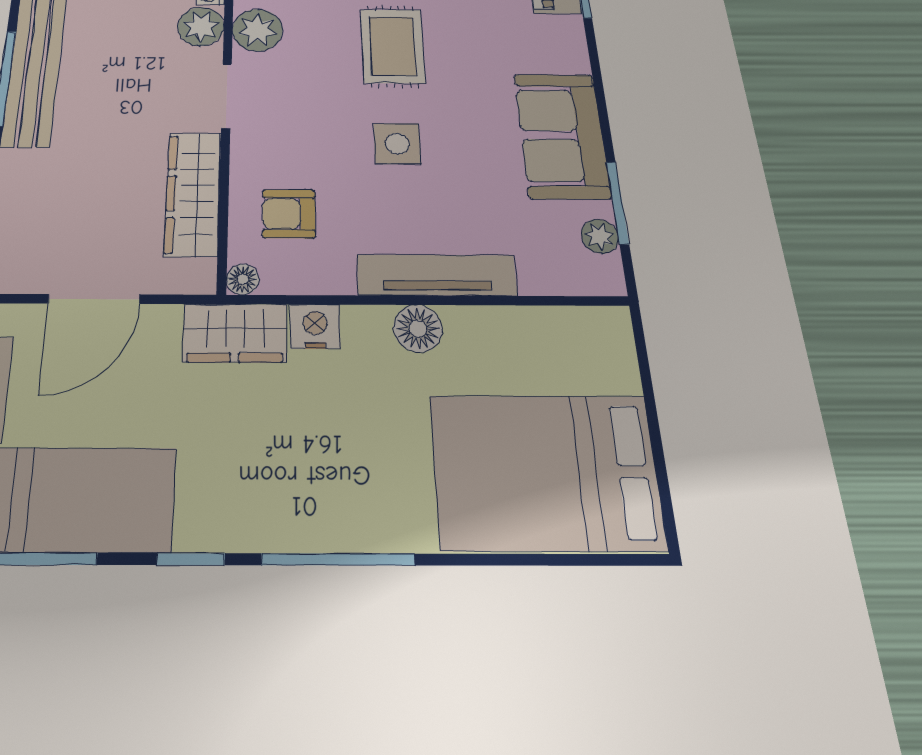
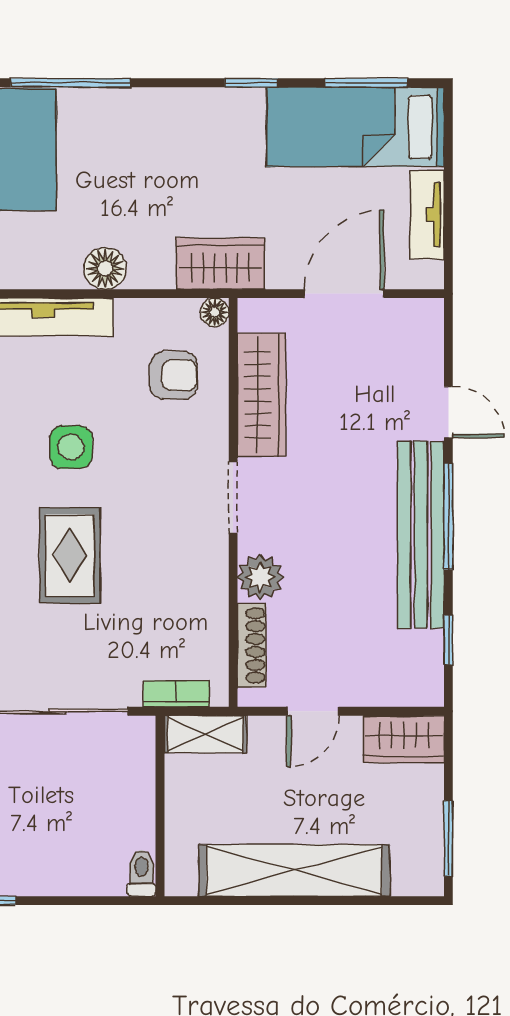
plant: (257, 30) -> (204, 573), removed
nightstand: (315, 327) -> (151, 270), removed
floor lamp: (418, 328) -> (105, 268), moved
window: (338, 559) -> (71, 83), moved

